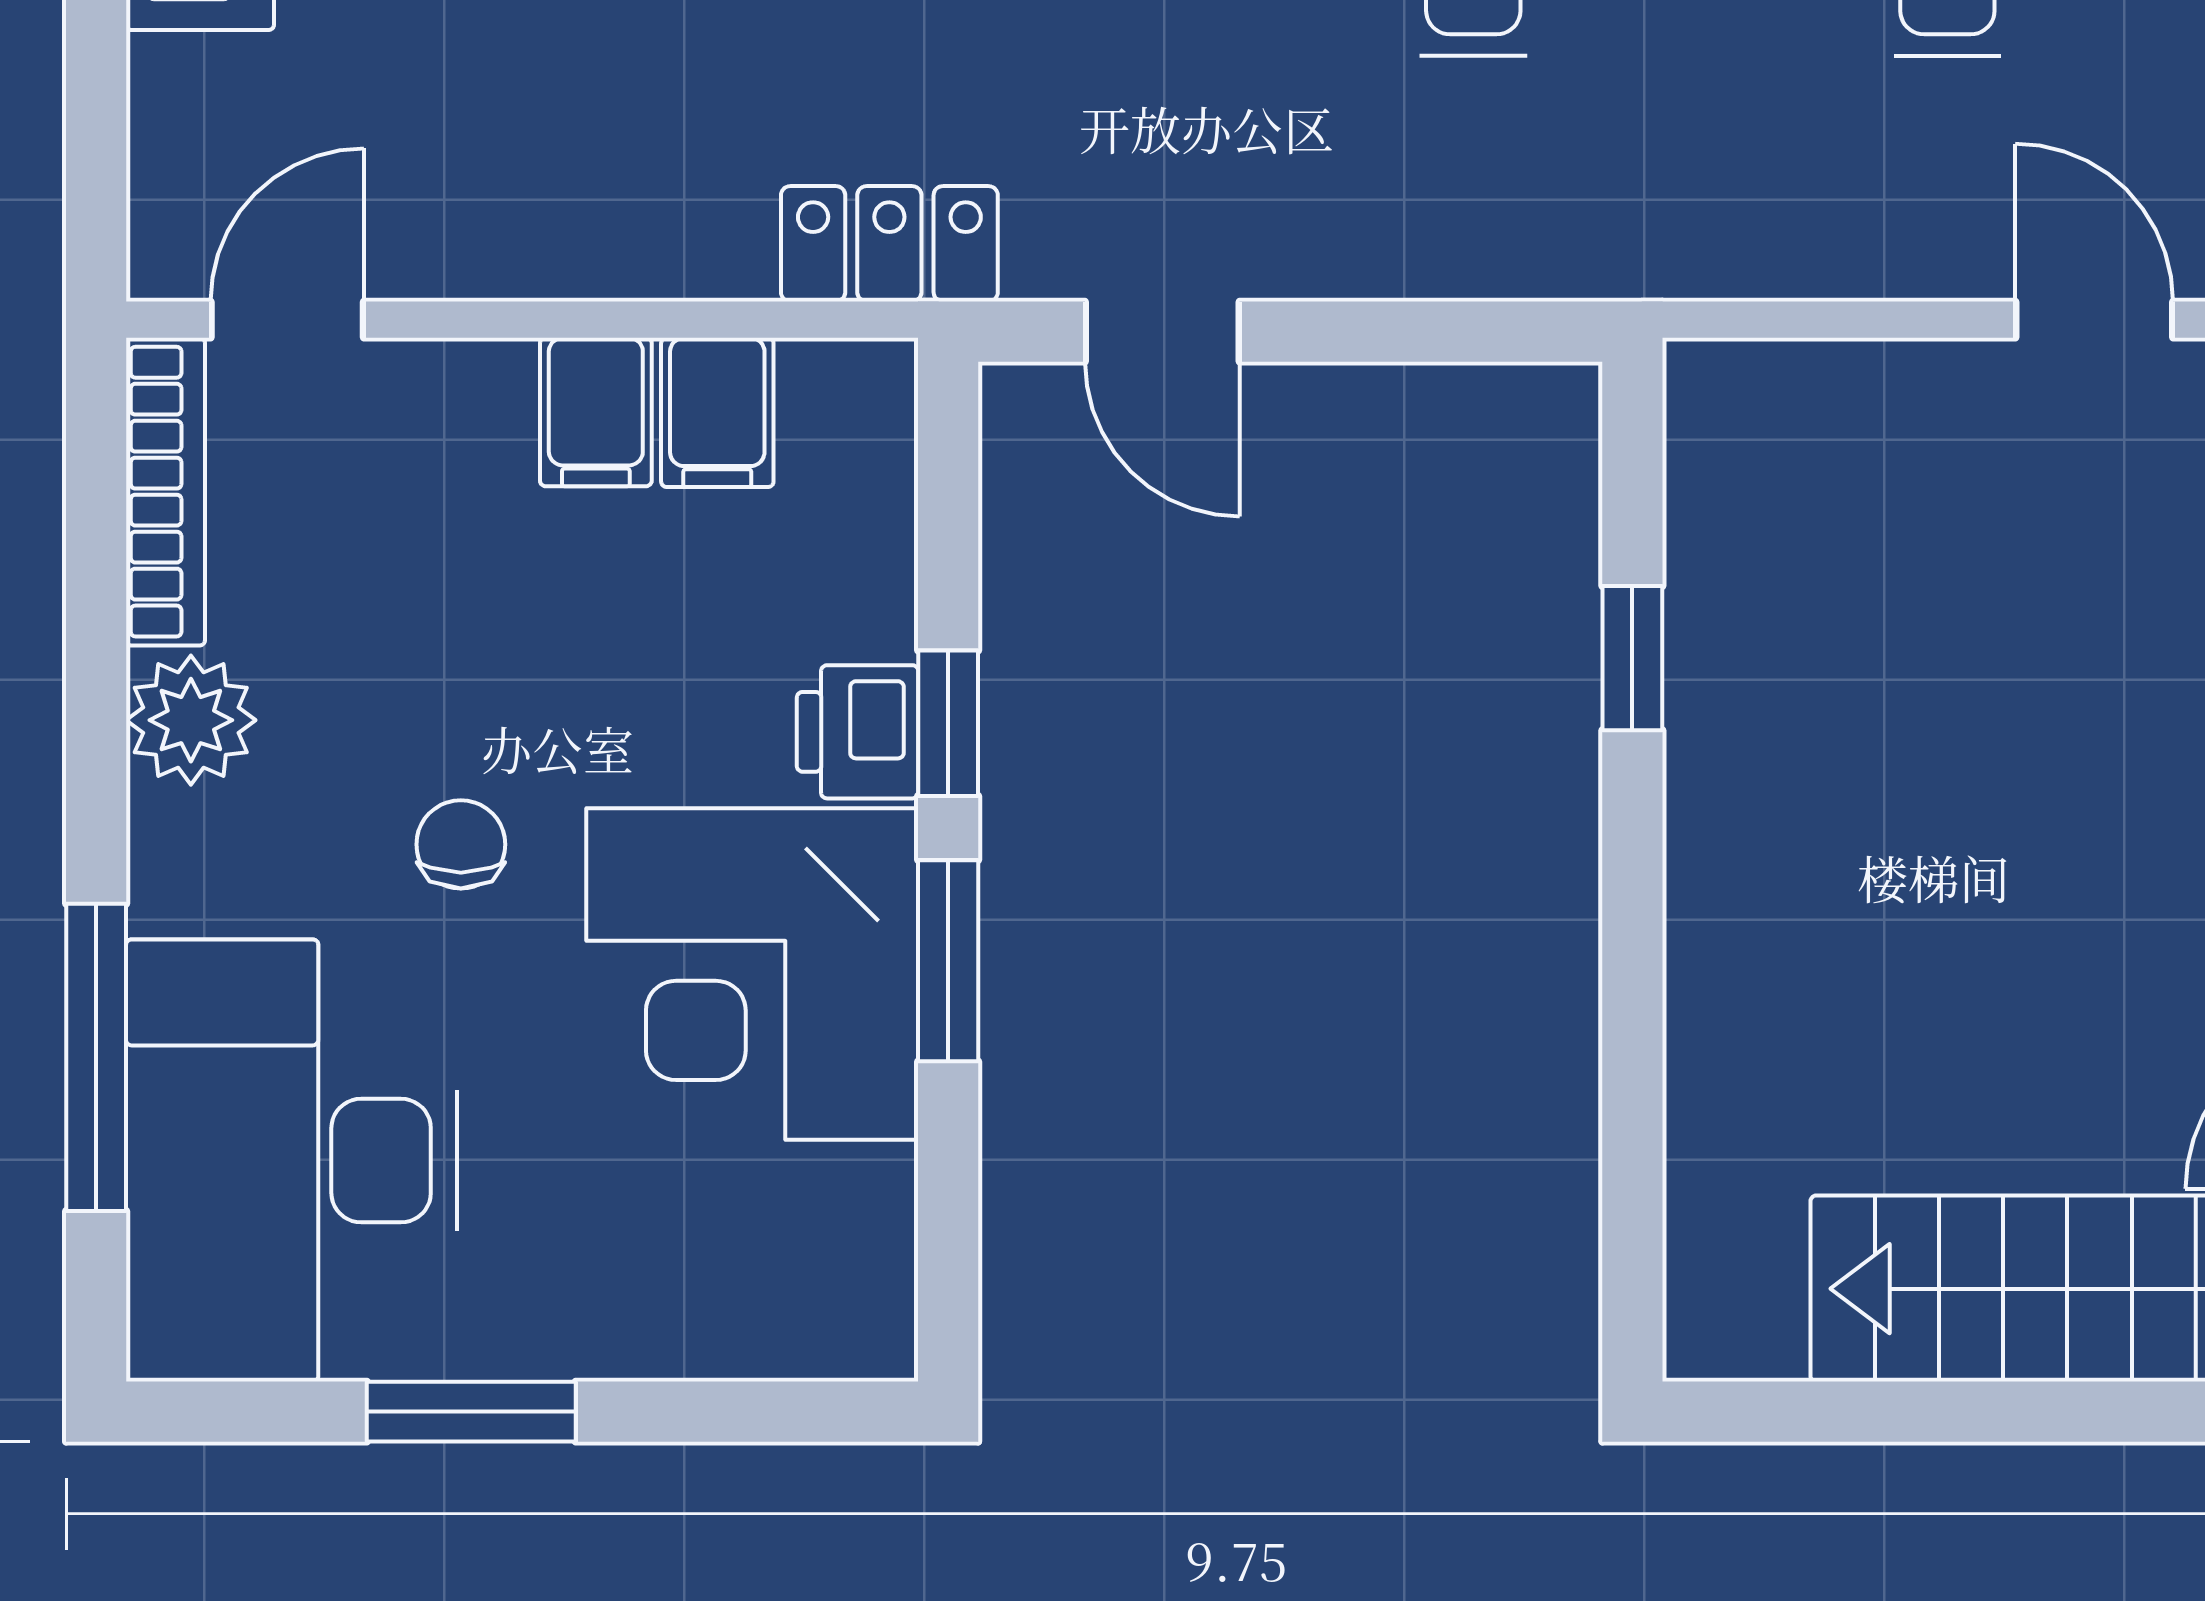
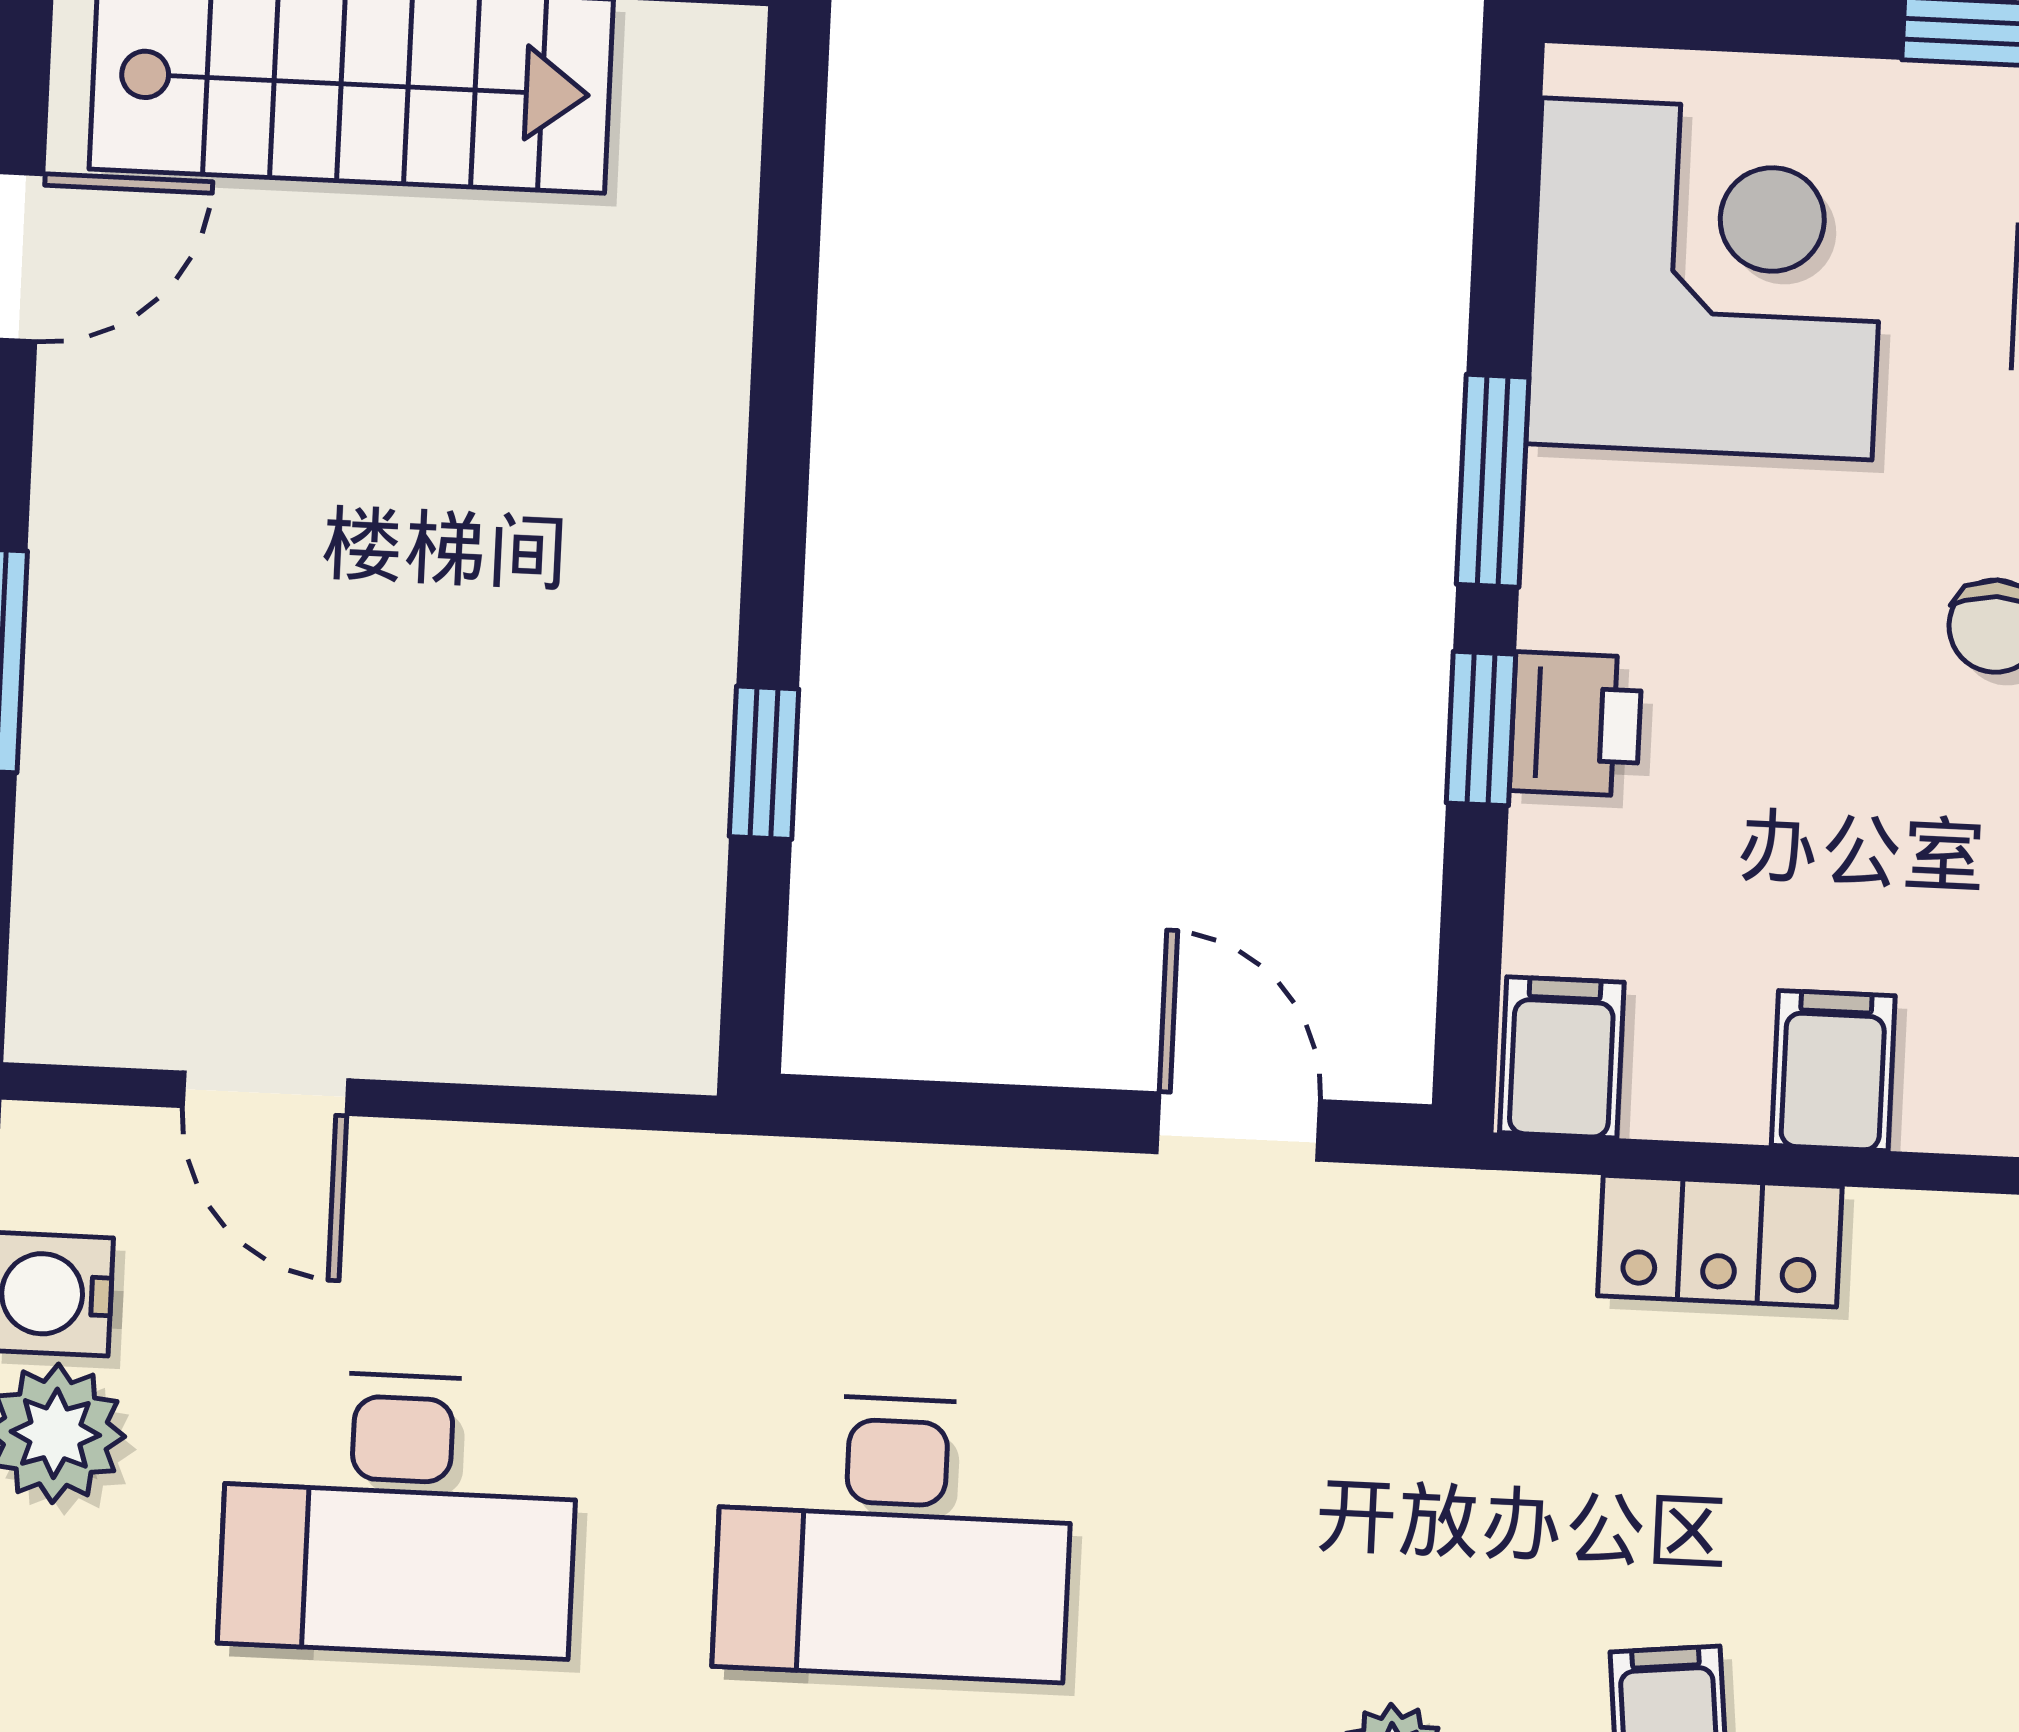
locker: (889, 244) -> (1720, 1241), moved
filing cabinet: (717, 412) -> (1562, 1057), moved
corner desk: (752, 974) -> (1707, 279), moved

